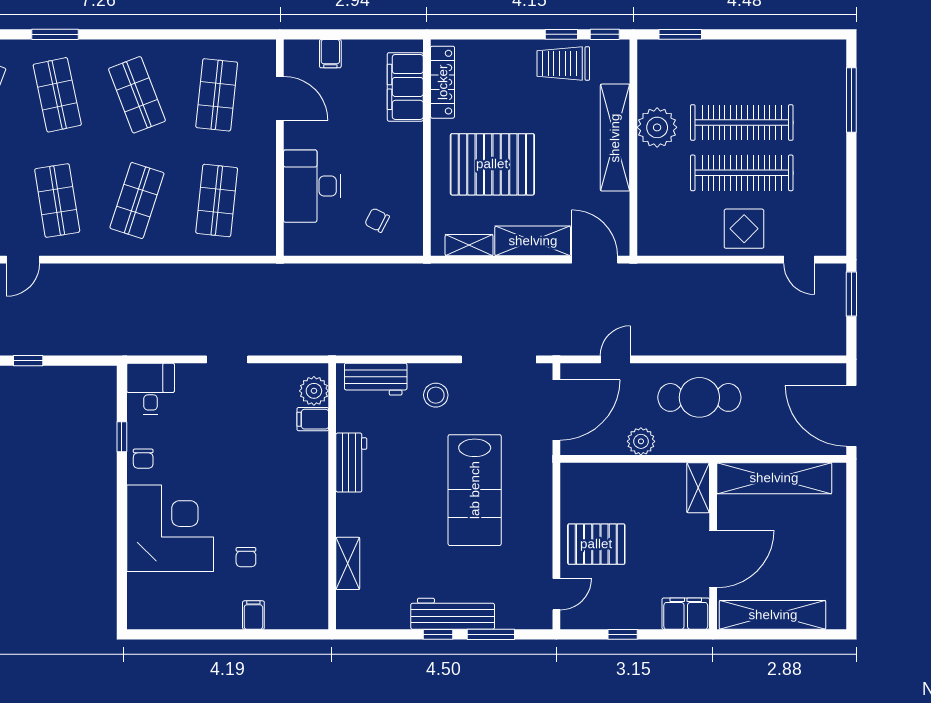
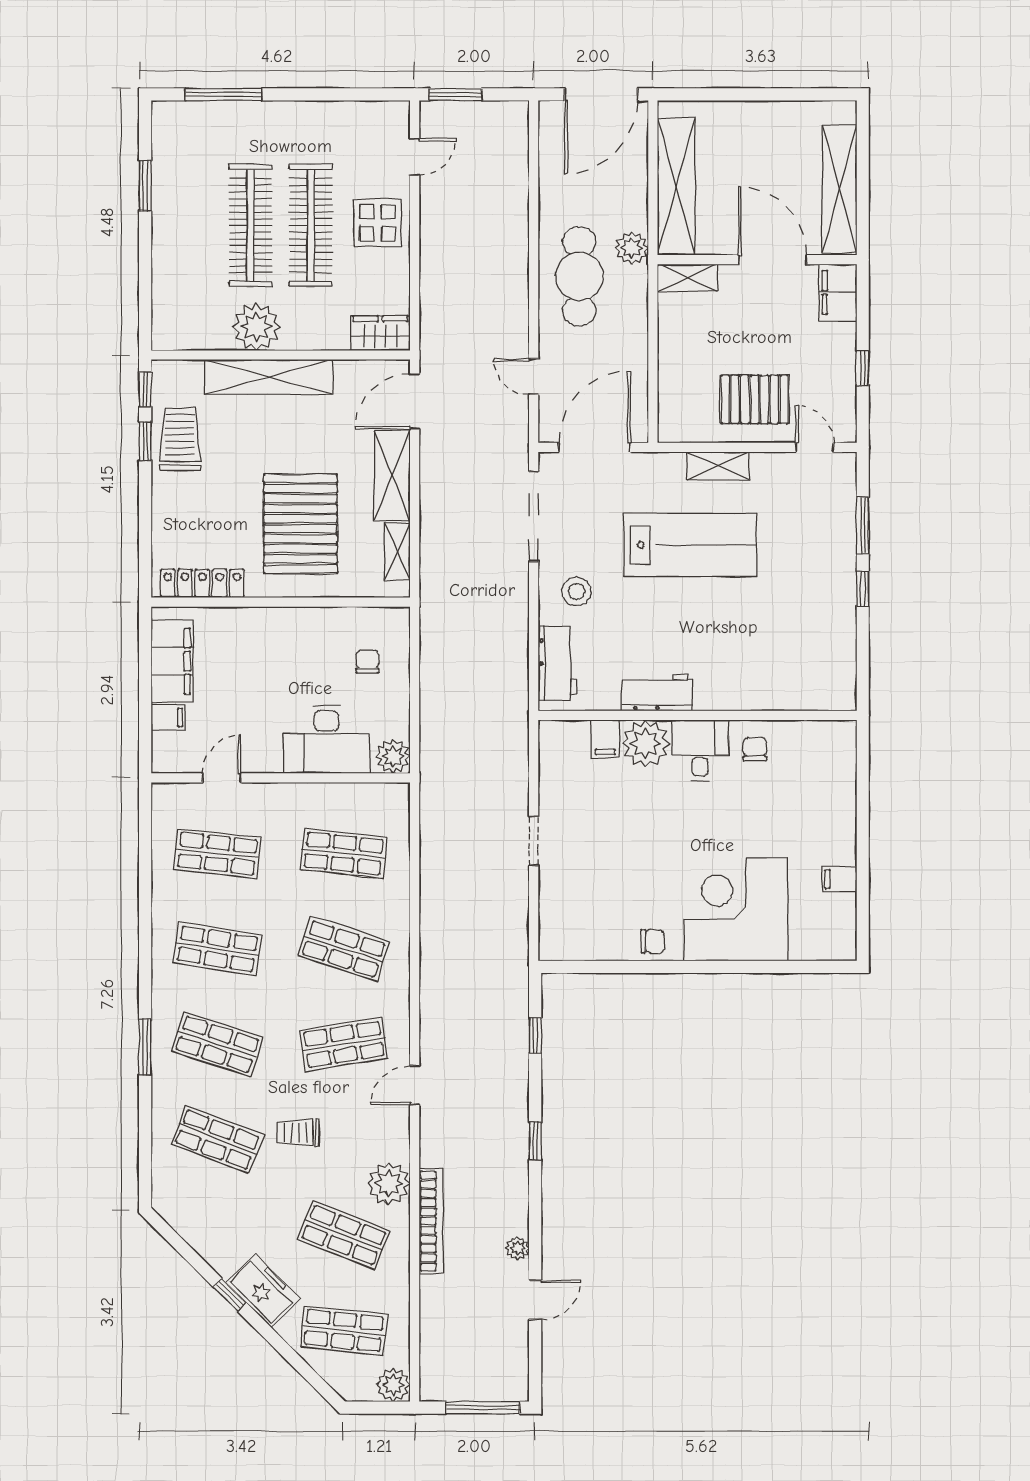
window: (680, 34) -> (145, 186), moved
trolley: (563, 64) -> (180, 439), turned 180
filing cabinet: (405, 87) -> (172, 661), moved, turned -90
shop shelf: (57, 95) -> (217, 1044), turned 30
shop shelf: (137, 95) -> (217, 949), turned 30
door: (280, 98) -> (222, 778), width x0.73
chair: (377, 220) -> (367, 662), turned 153
wardrobe: (652, 231) -> (380, 333), added
plant: (298, 242) -> (393, 756), added
door: (23, 260) -> (415, 1085), swing flipped
window: (28, 361) -> (535, 1035), moved
desk: (151, 389) -> (700, 750), moved, turned 90
plant: (314, 391) -> (645, 743), moved, width x1.36, depth x1.36
door: (556, 410) -> (594, 447), hinge flipped
window: (122, 437) -> (626, 967), removed
plant: (641, 441) -> (632, 248), moved
pallet: (596, 544) -> (755, 399), turned 90
chair: (246, 557) -> (755, 749), moved, turned -90
shelving: (348, 563) -> (718, 466), moved
workbench: (453, 614) -> (838, 571), removed
filing cabinet: (253, 615) -> (840, 879), moved

